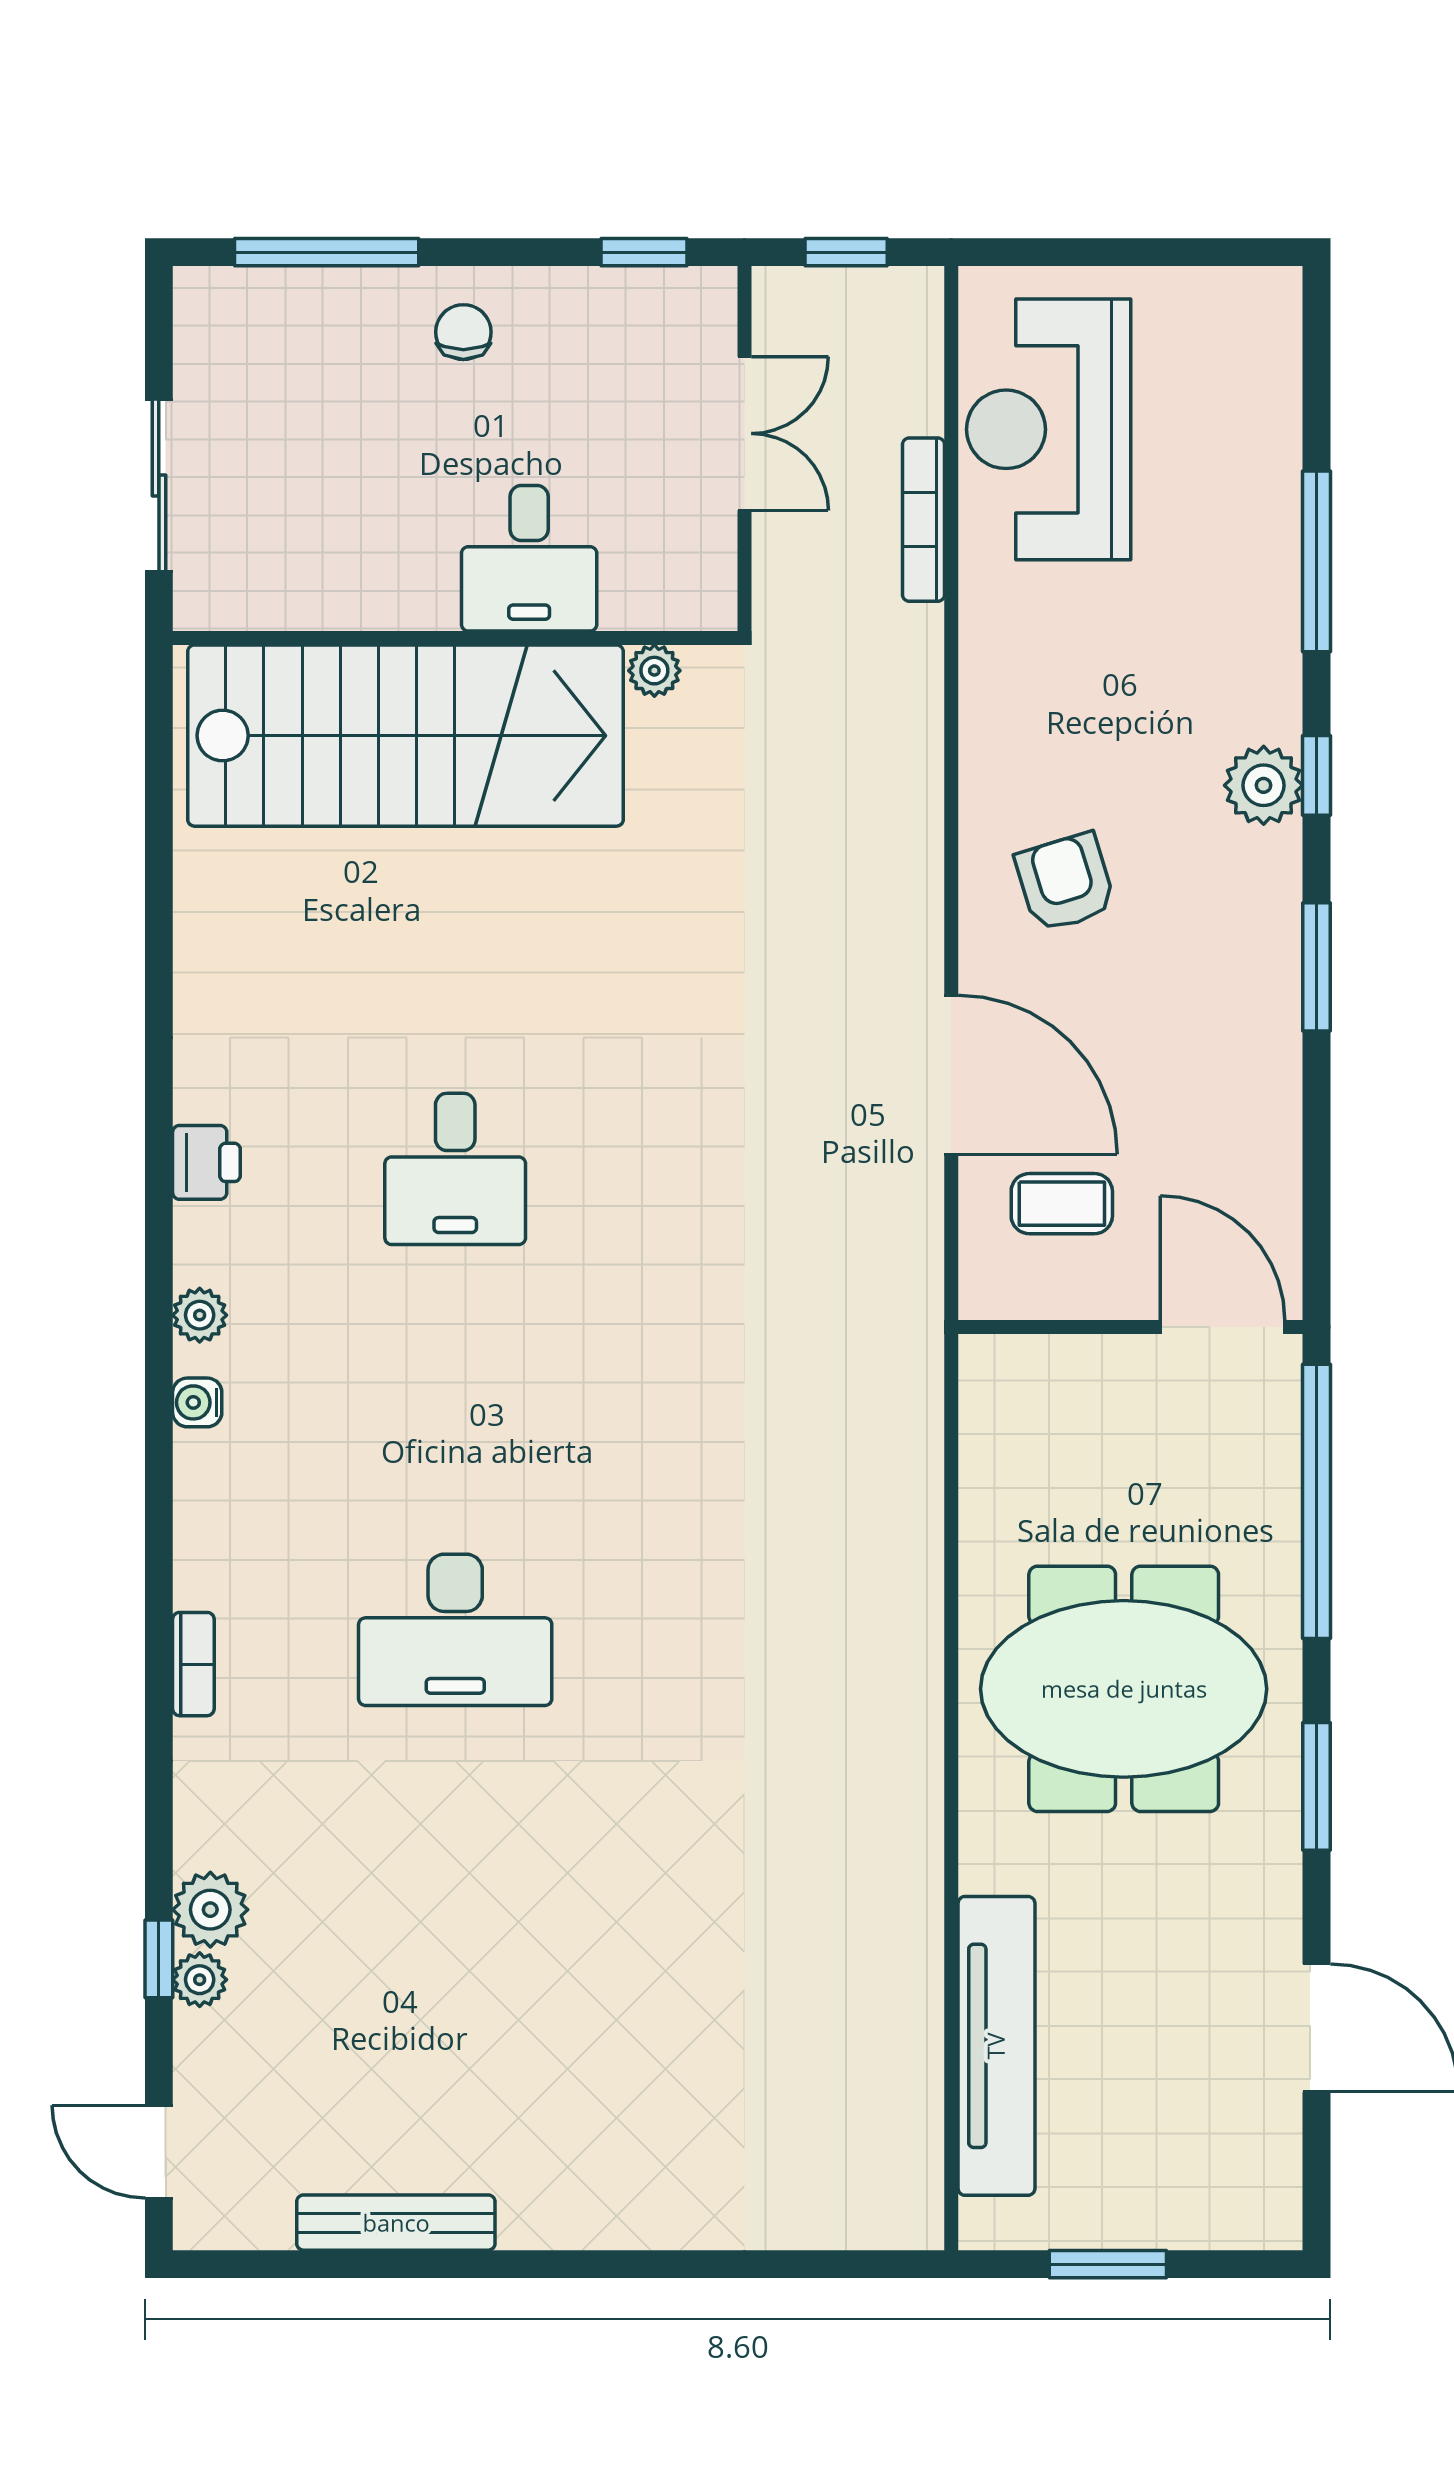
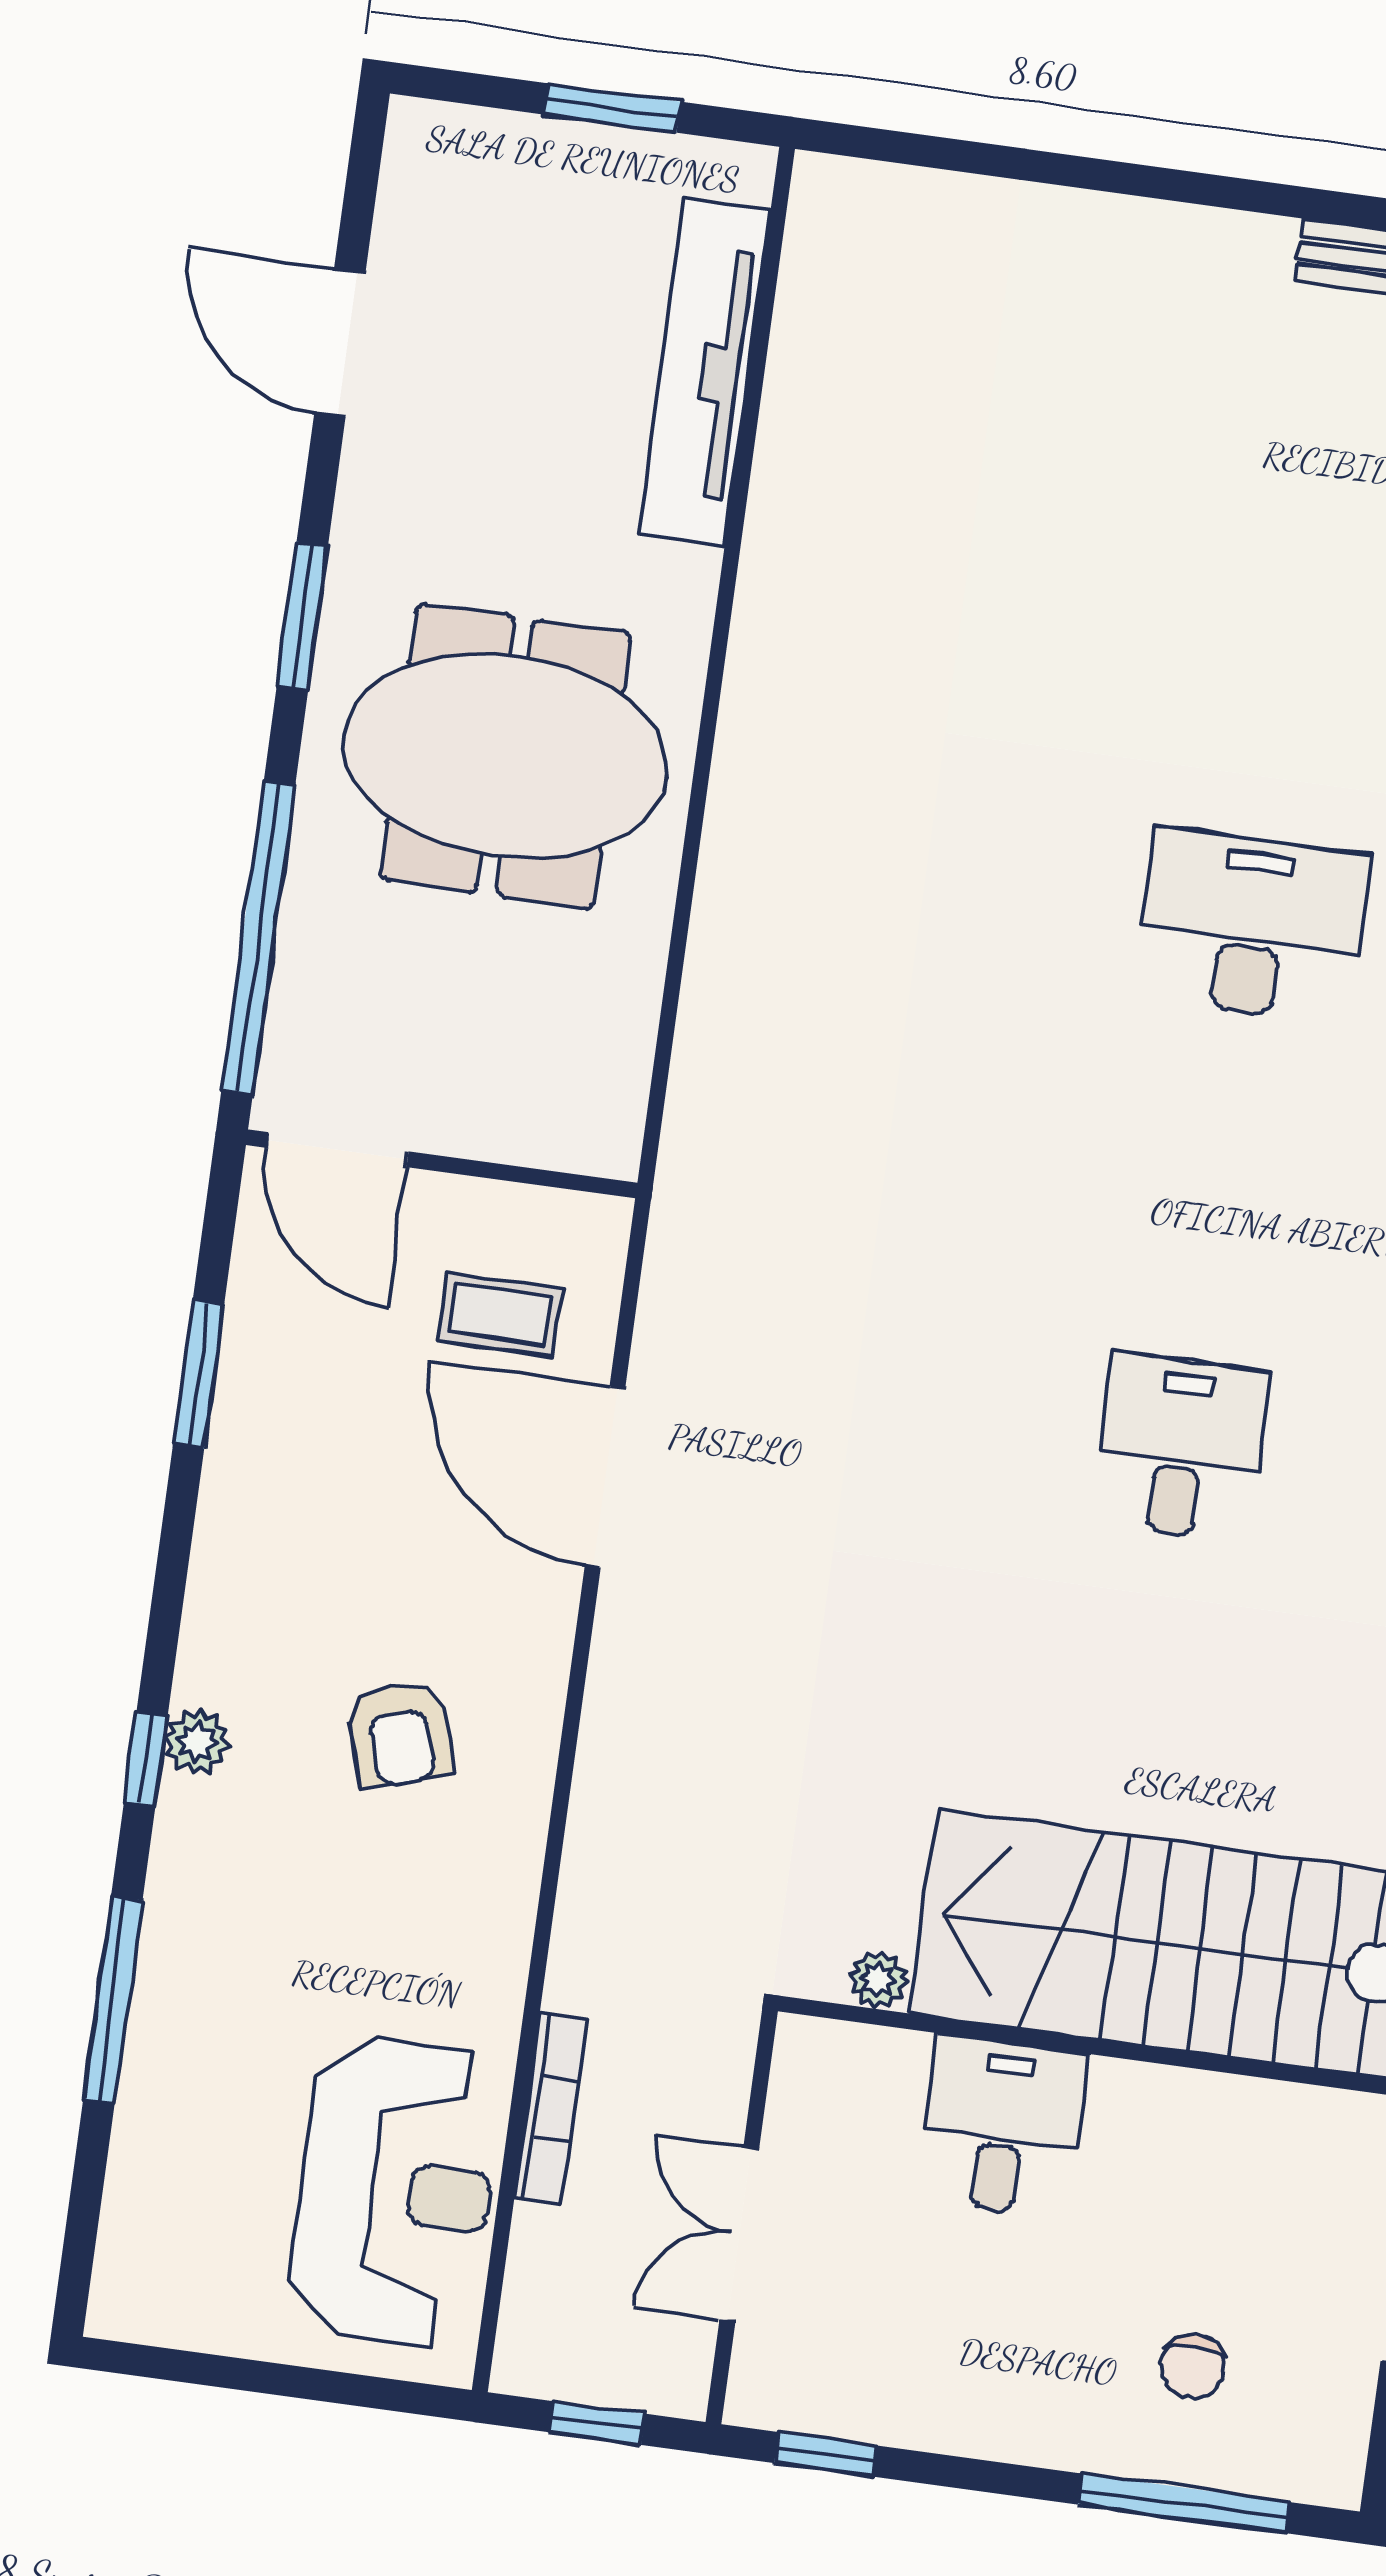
chair: (463, 332) -> (1193, 2366), moved
plant: (1264, 785) -> (197, 1742), width x0.73, depth x0.73
armchair: (1065, 882) -> (400, 1734), moved
window: (1316, 967) -> (199, 1374), moved

